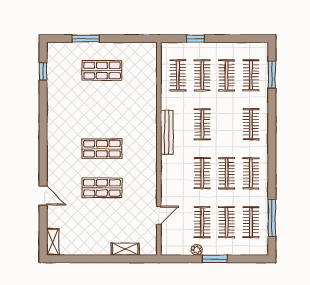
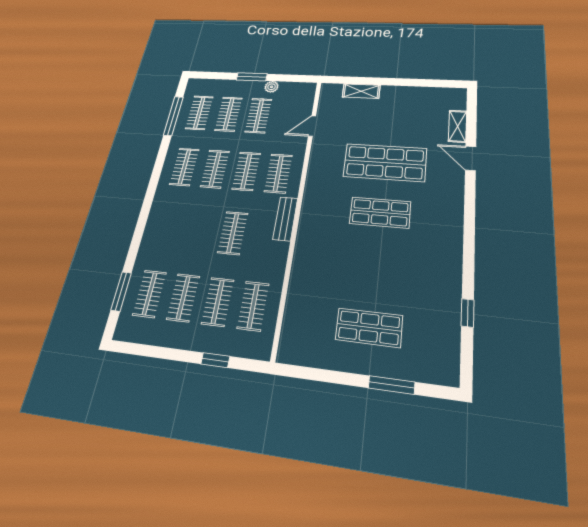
window: (43, 71) -> (468, 313), moved
clothes rail: (251, 124) -> (278, 173), moved
bench: (167, 132) -> (285, 219), width x0.73
shop shelf: (102, 188) -> (385, 162), width x1.43, depth x1.36
shelving: (53, 242) -> (457, 126), moved

